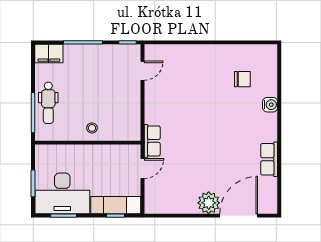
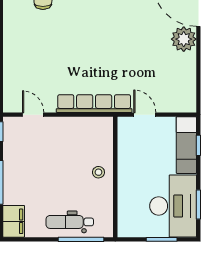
dental chair: (48, 103) -> (70, 222), turned 180
row of seats: (152, 141) -> (94, 104), width x2.02

